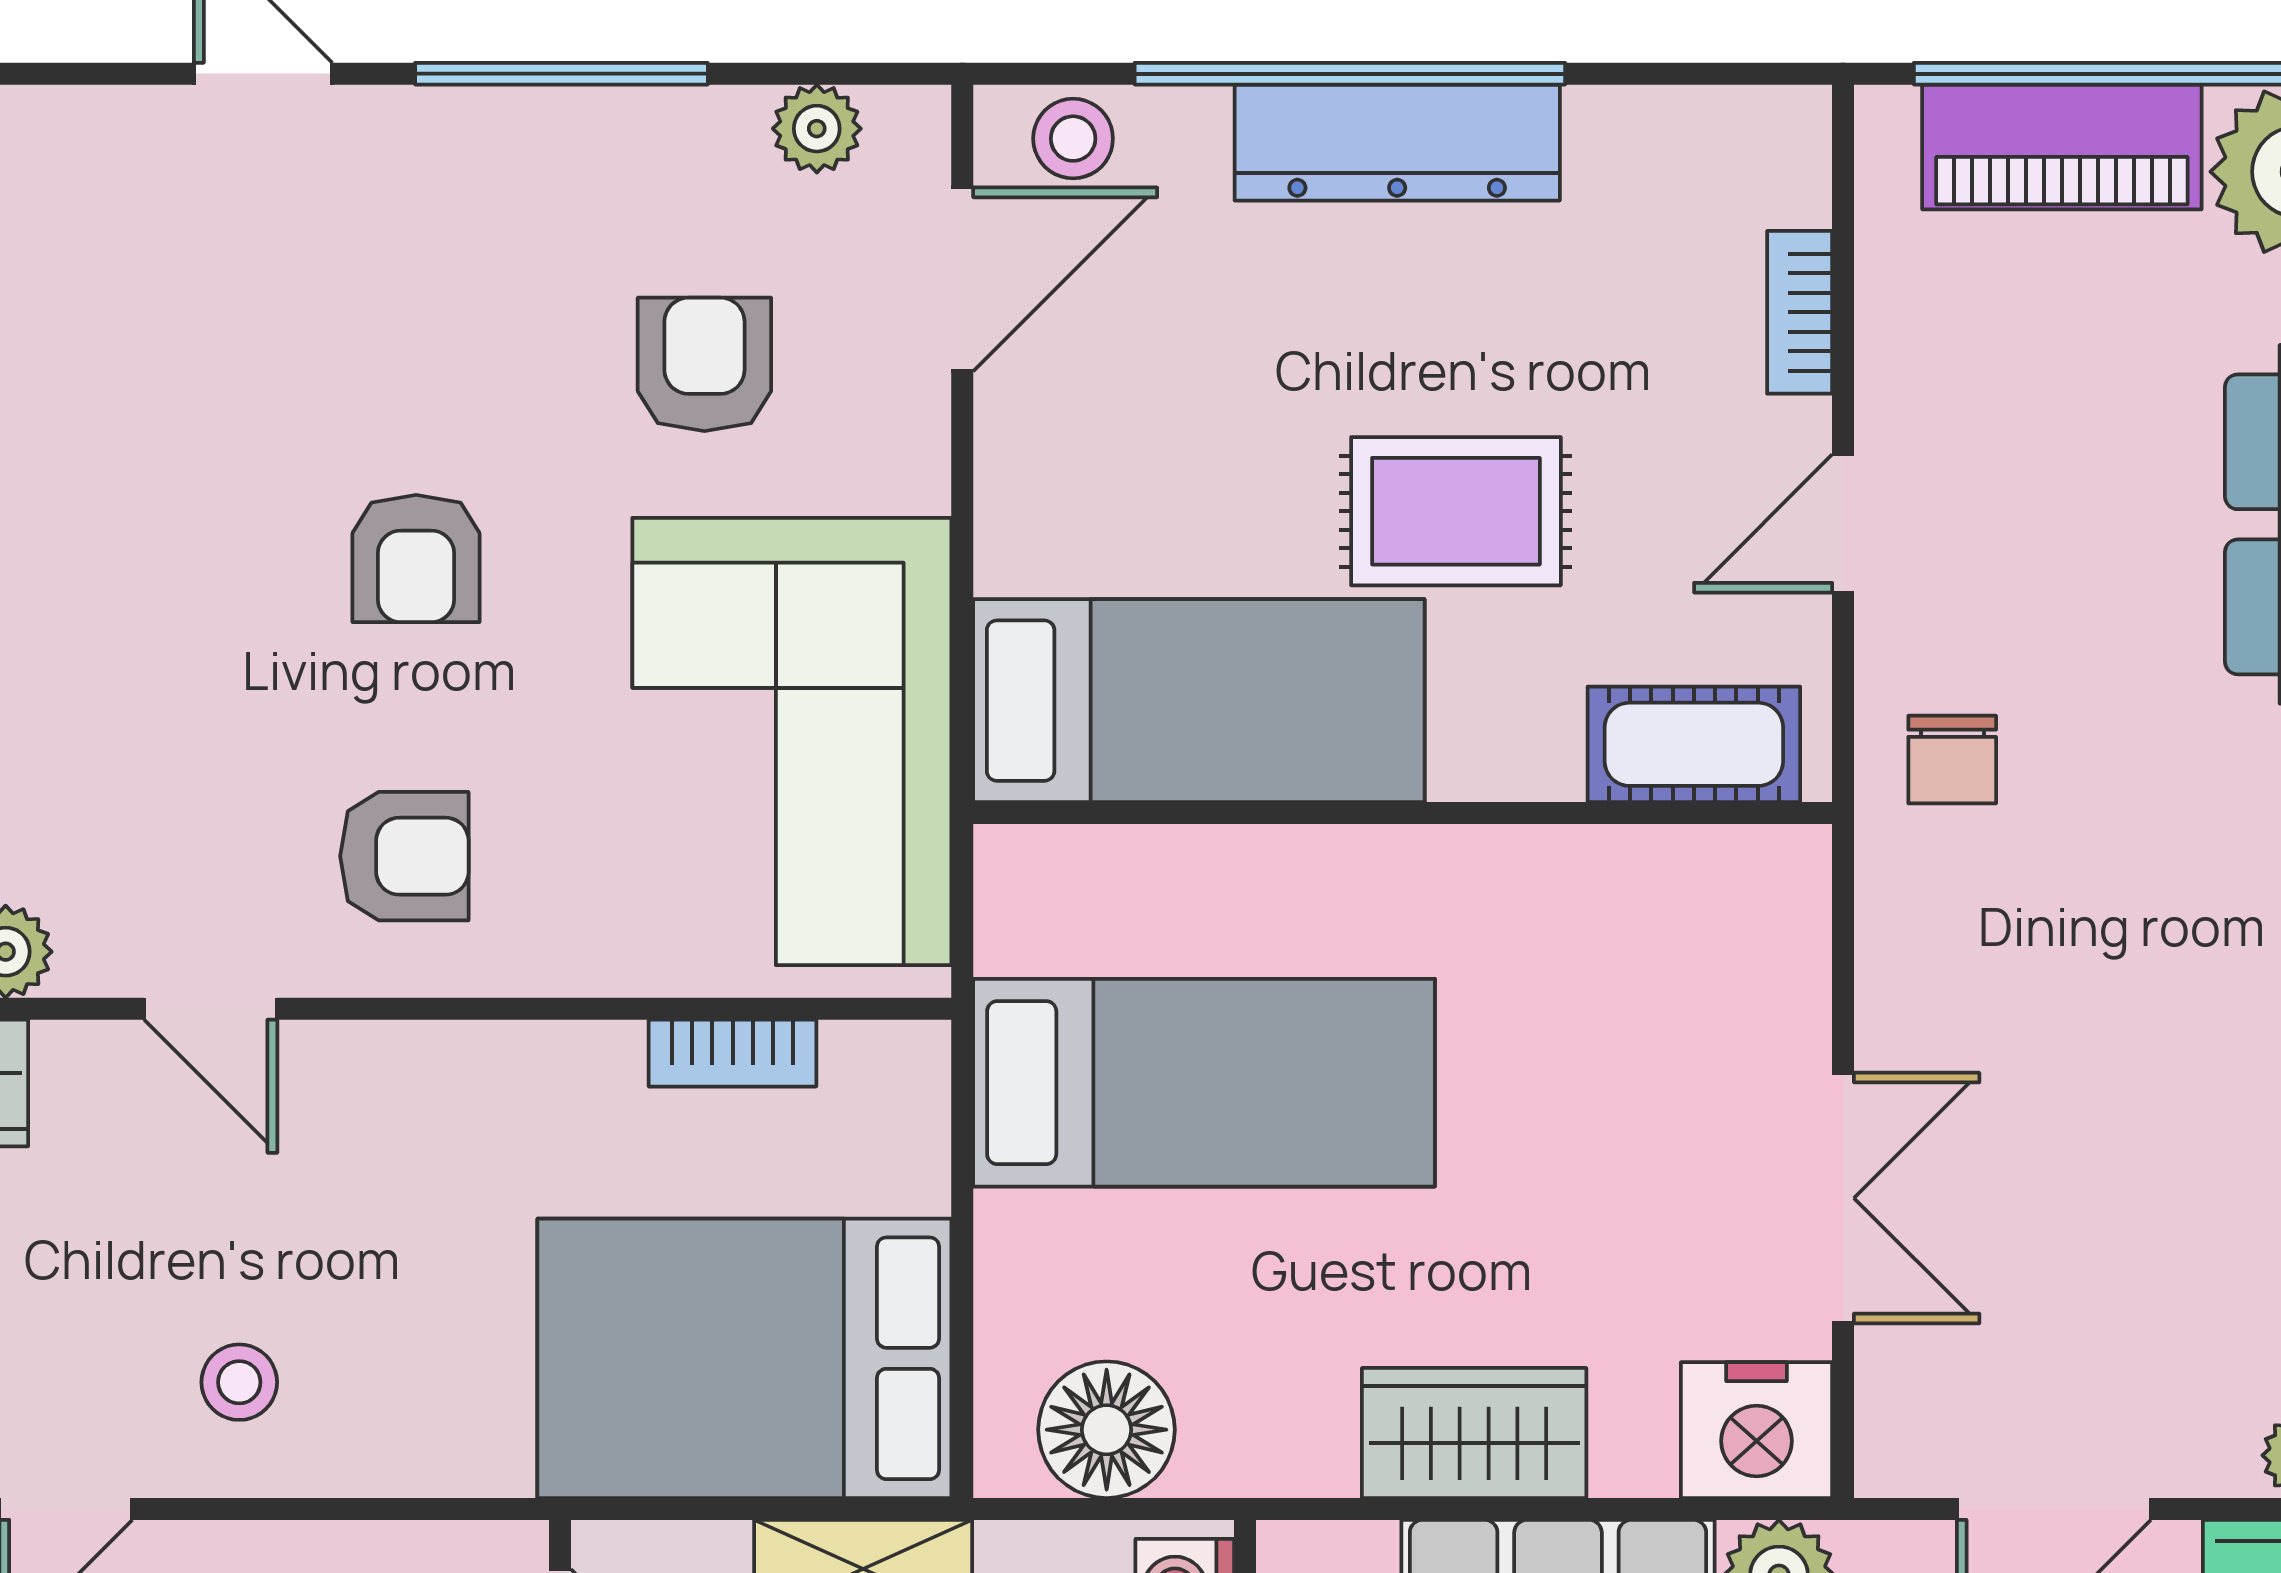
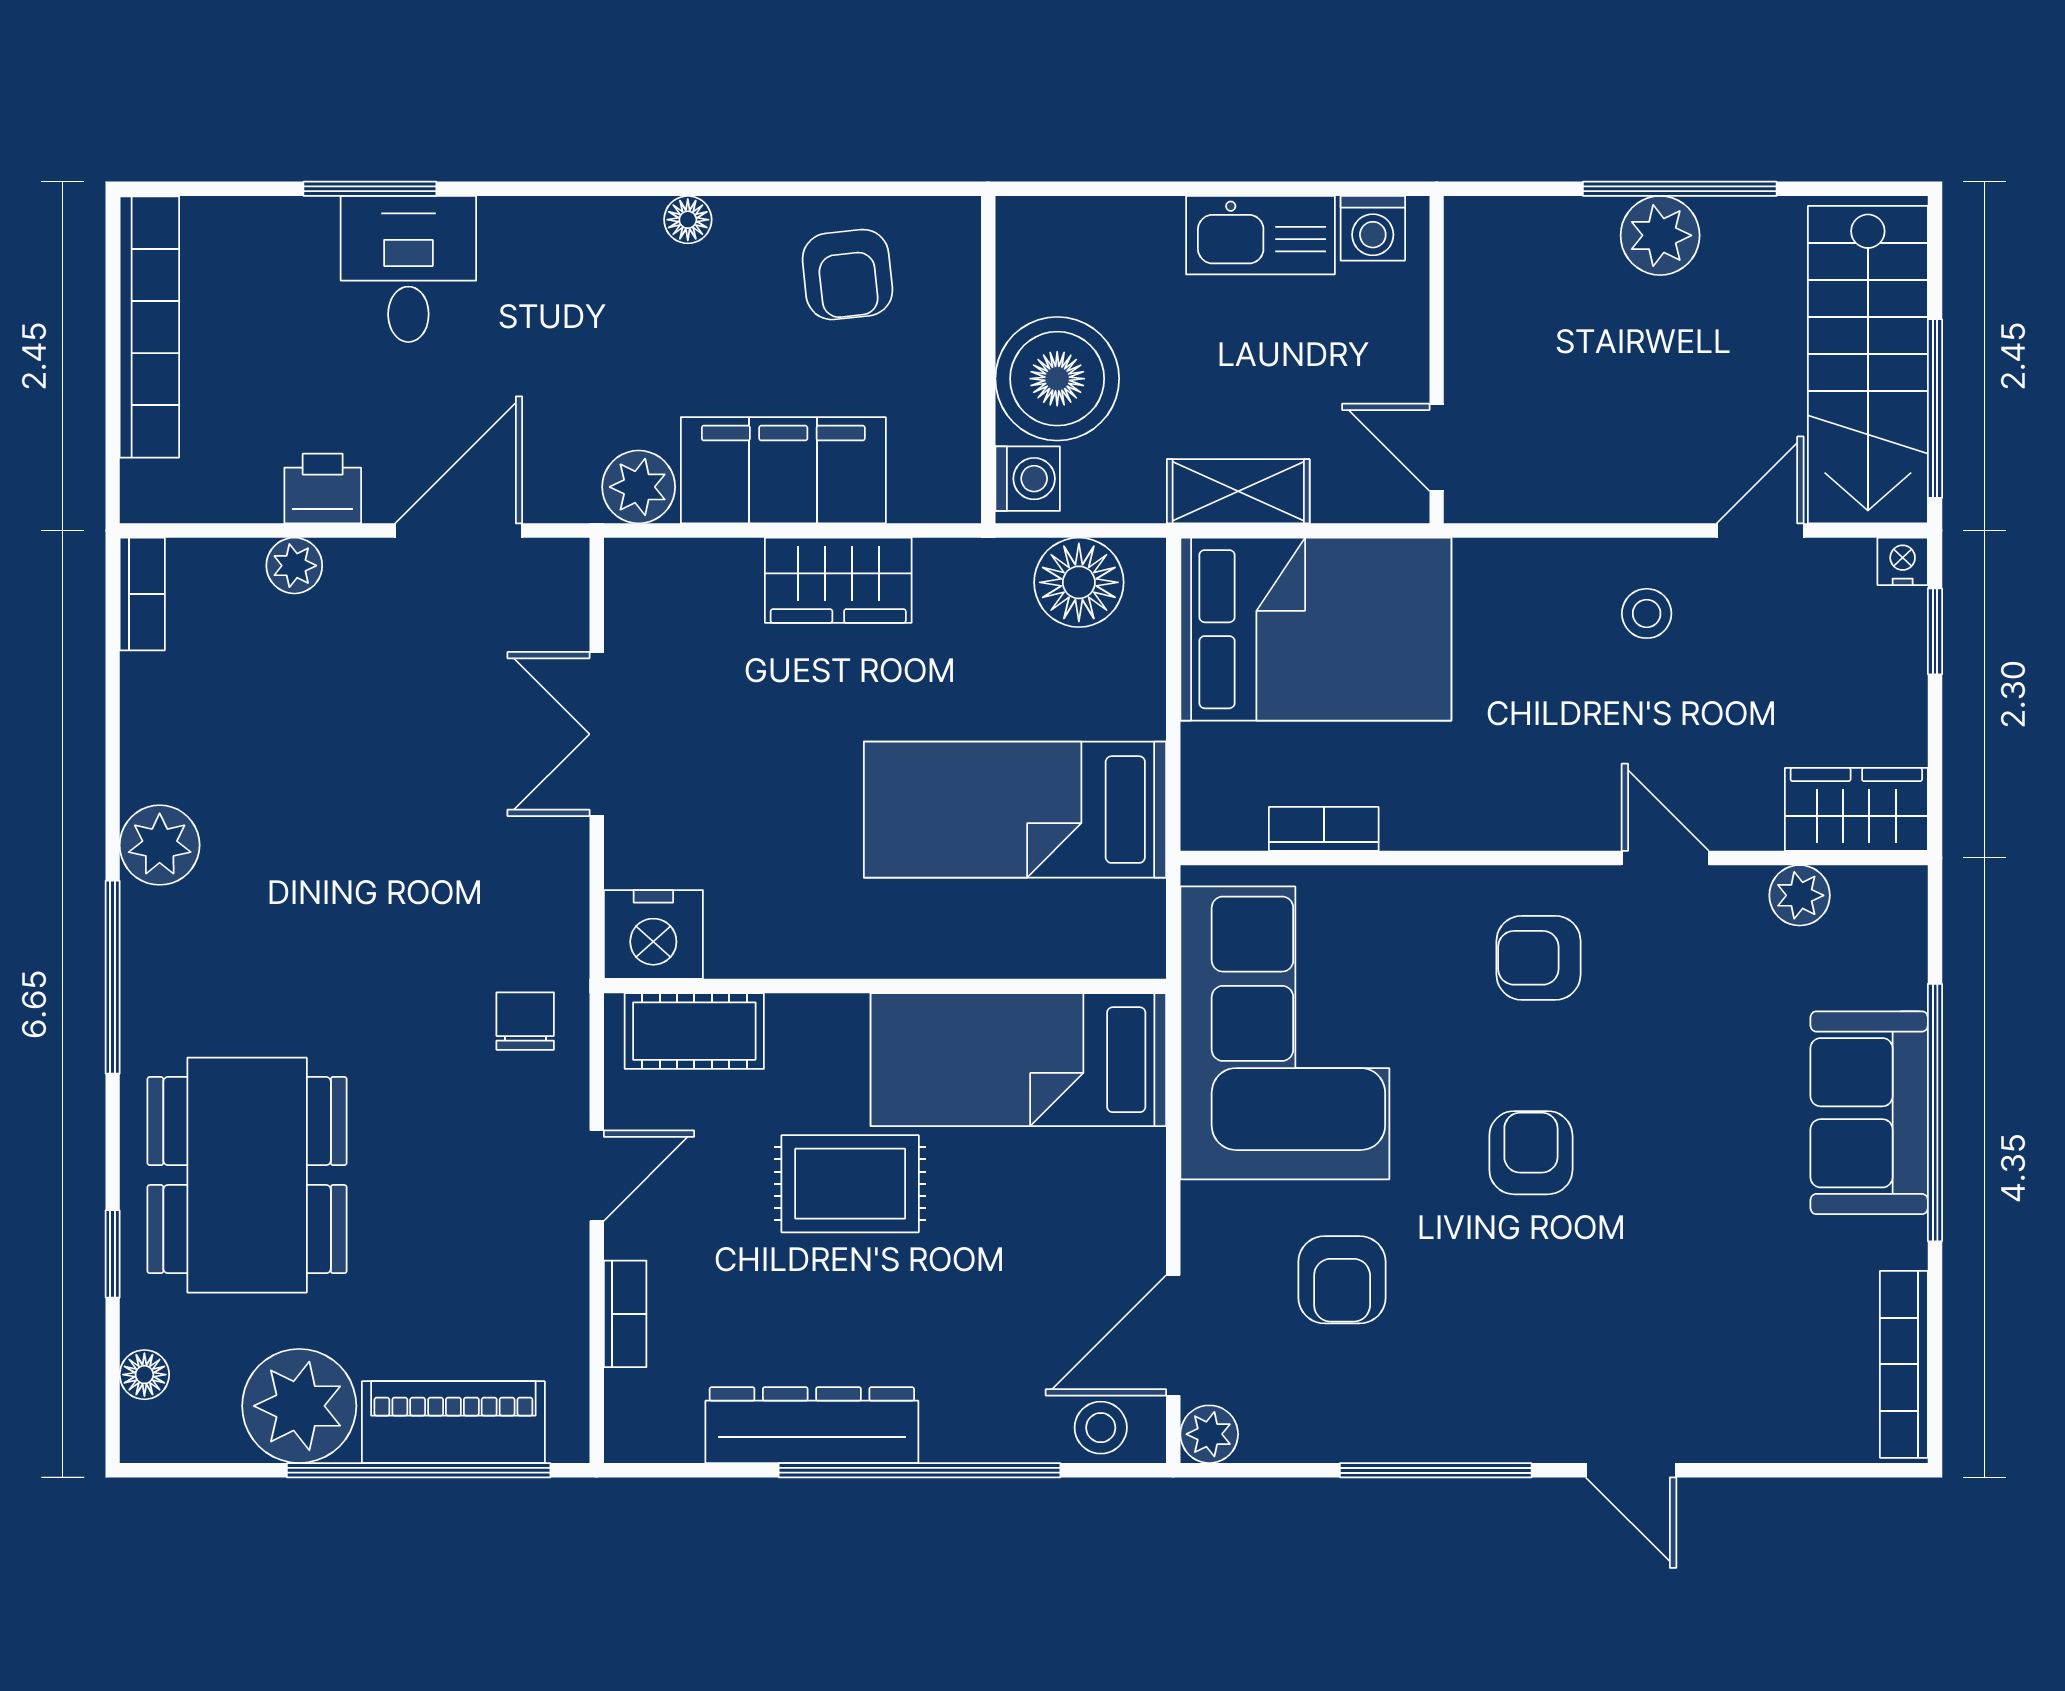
plant: (817, 129) -> (1209, 1434), moved
dresser: (1397, 143) -> (812, 1425), moved
nightstand: (1757, 1430) -> (653, 935), moved, turned 180

